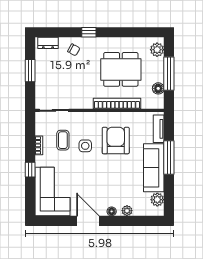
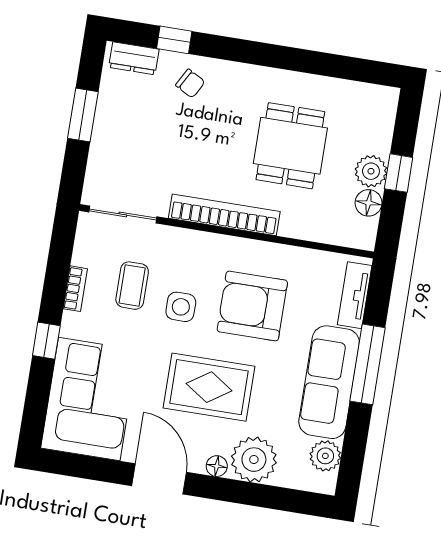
window: (89, 32) -> (174, 40), moved
plant: (157, 50) -> (371, 171), moved
dining table: (121, 69) -> (290, 146), width x0.73
window: (169, 74) -> (399, 173), width x0.46
bookcase: (117, 104) -> (224, 215), moved
armchair: (116, 141) -> (252, 306), turned -90
rug: (103, 178) -> (209, 387), added
plant: (127, 211) -> (254, 460), width x1.88, depth x1.88

